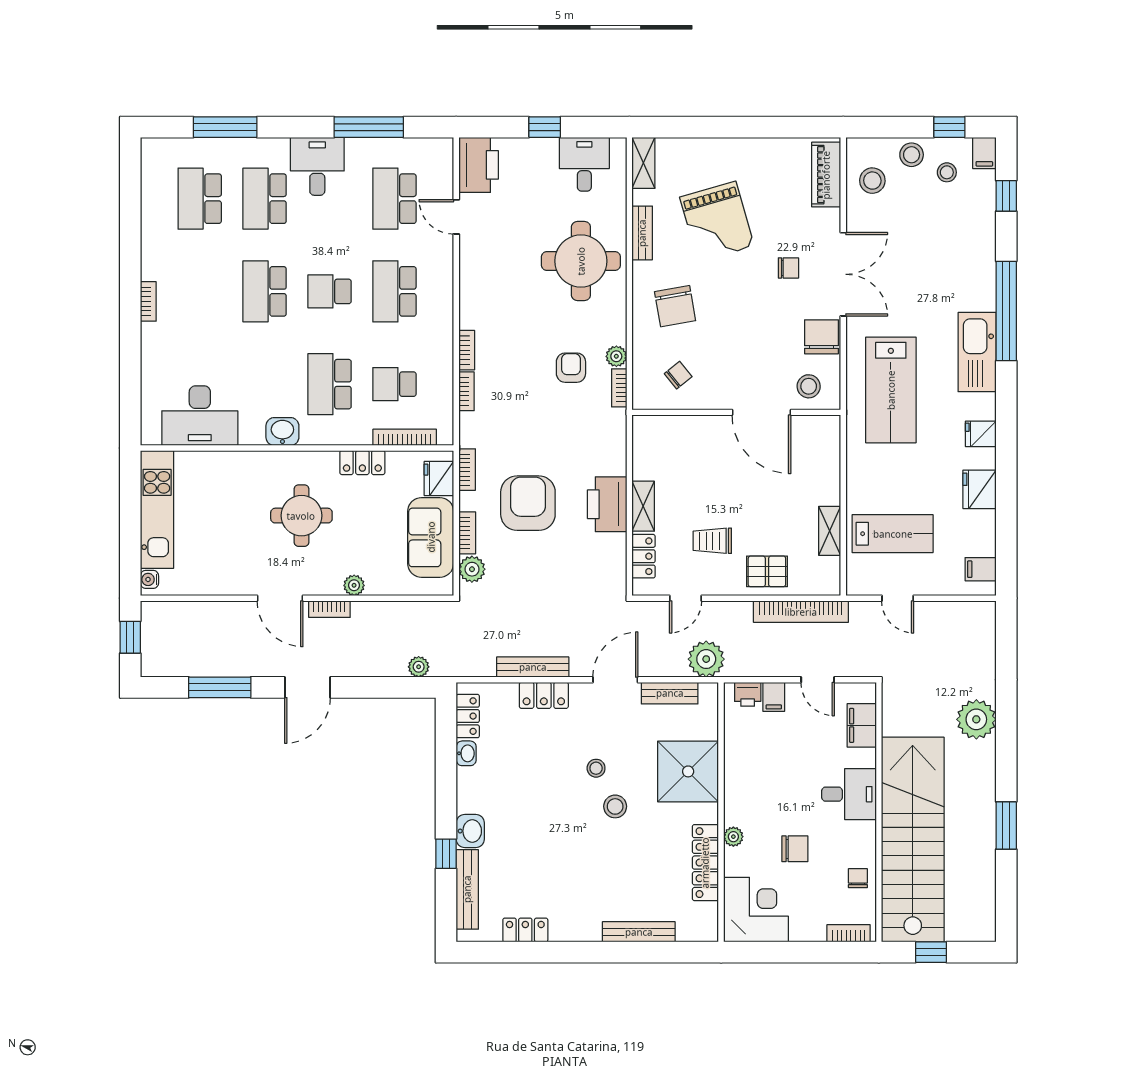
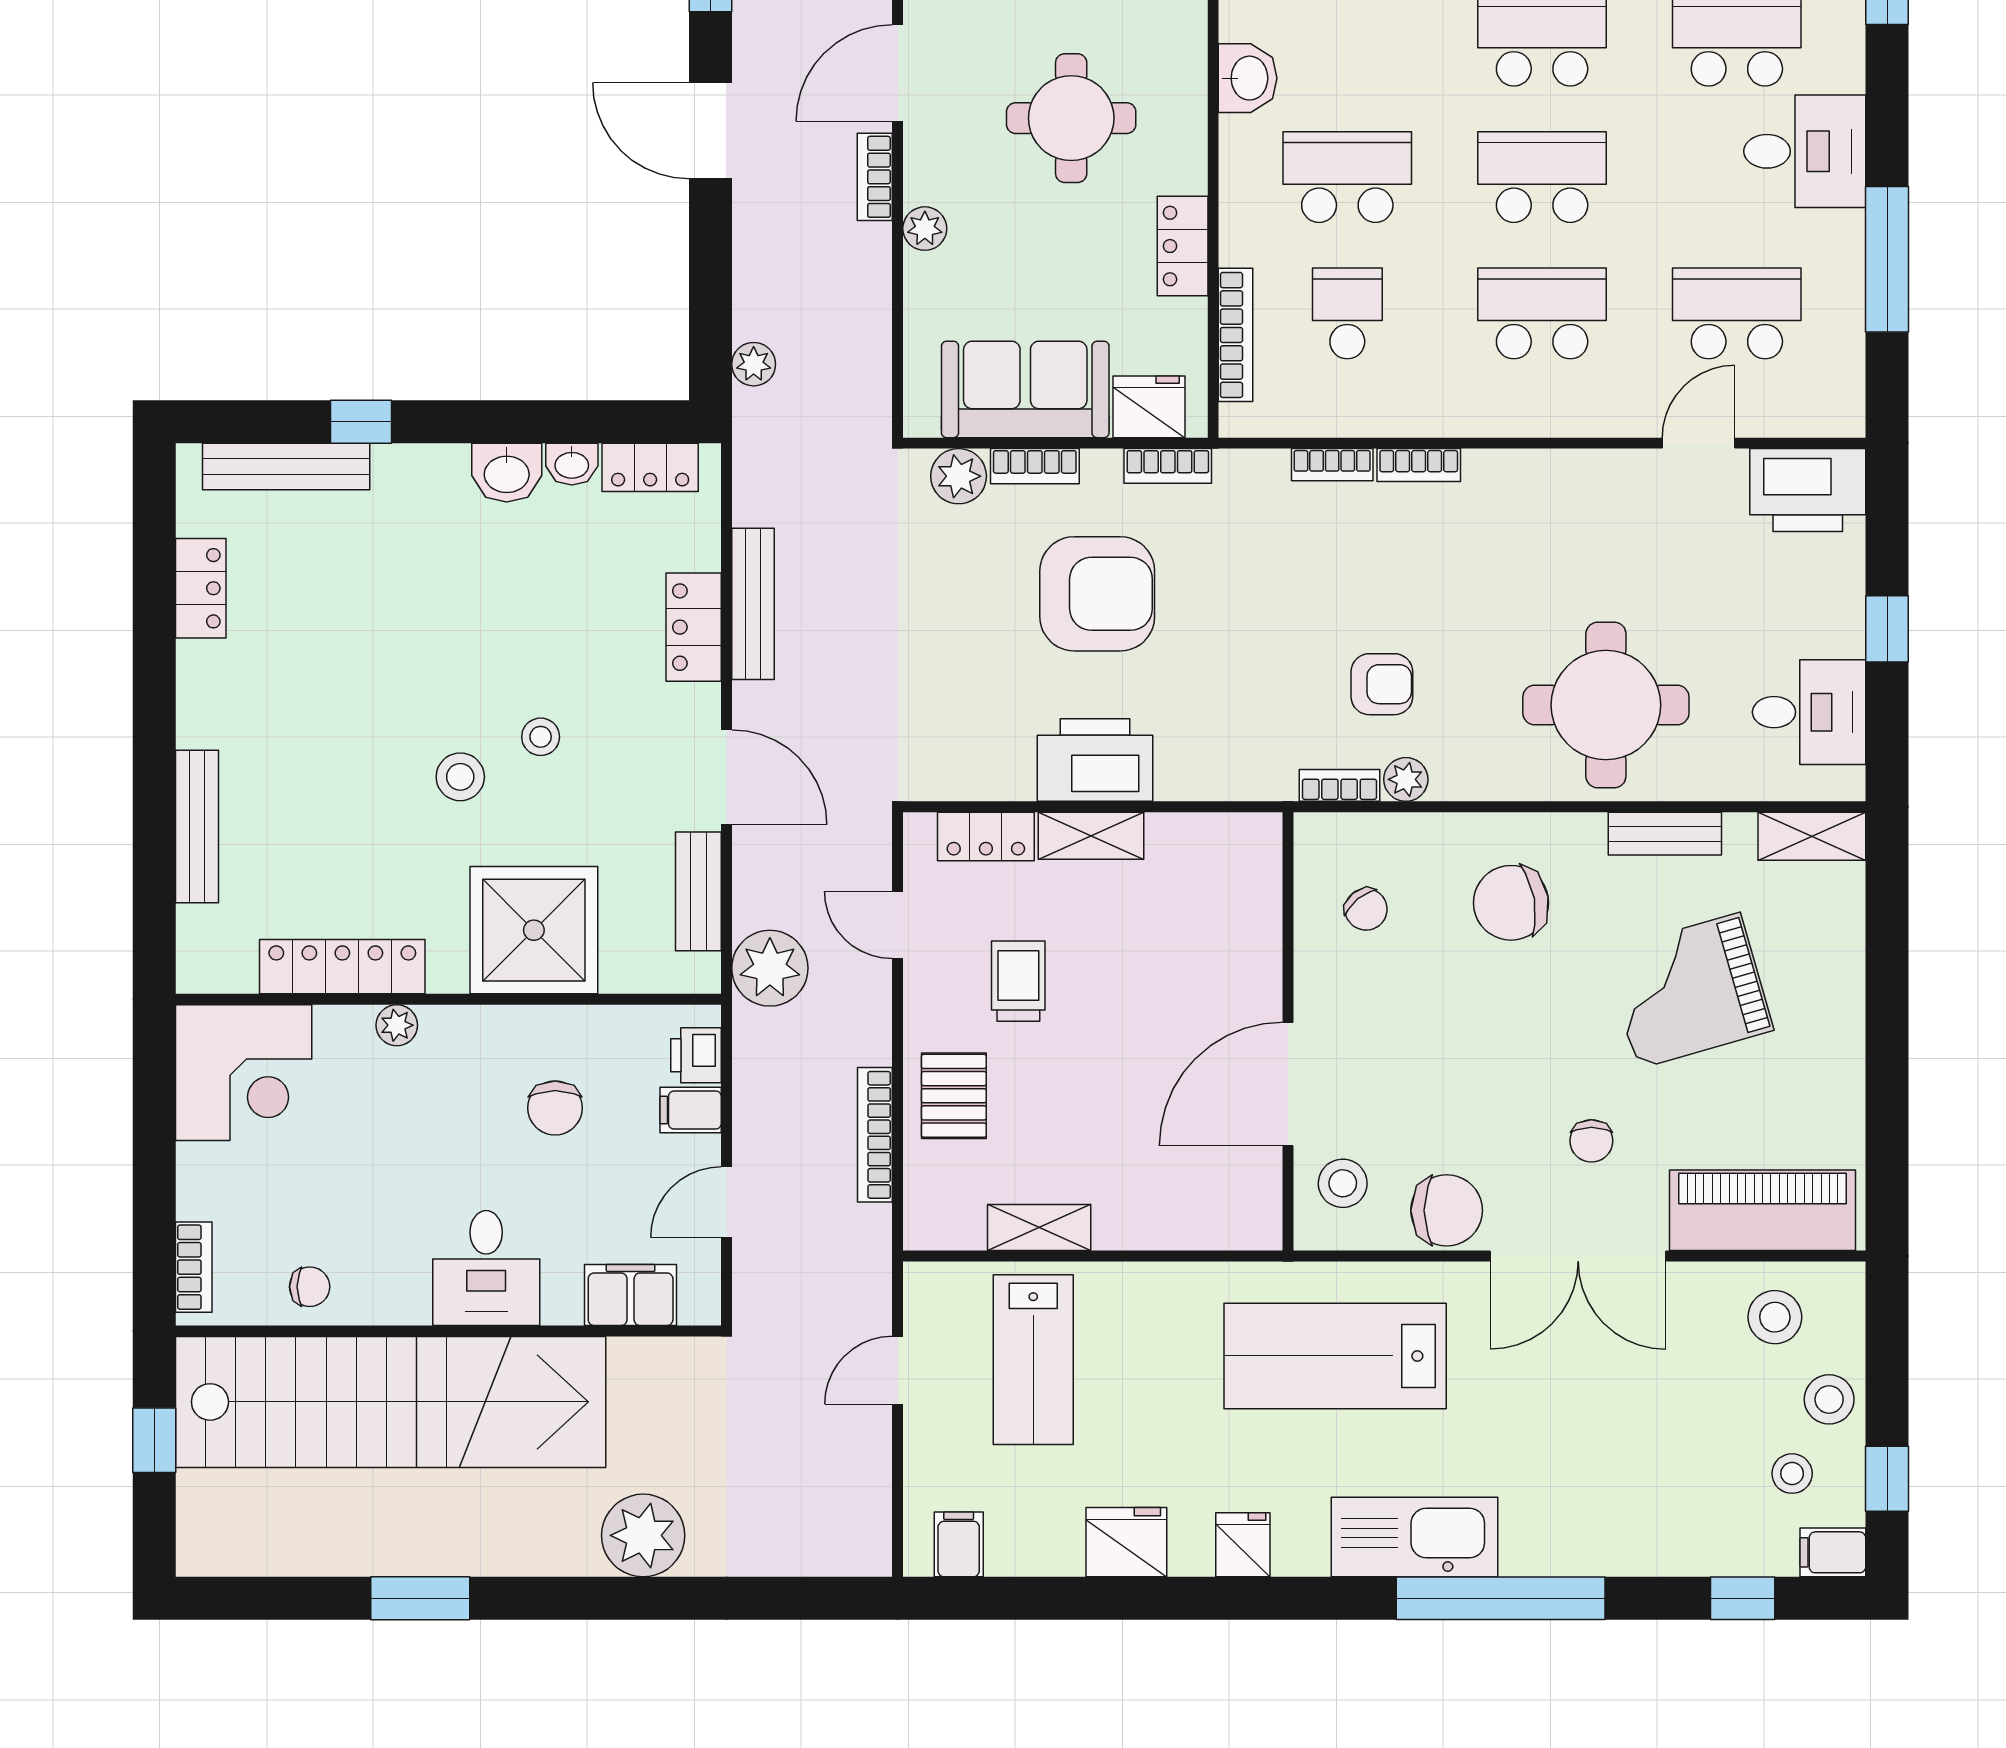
piano: (826, 175) -> (1762, 1210), width x1.37, depth x1.33
school desk: (330, 291) -> (1542, 177), width x1.85
bookcase: (801, 612) -> (875, 1135), width x0.68, depth x0.76
washbasin: (470, 831) -> (507, 473), moved
chair: (795, 849) -> (555, 1108), moved

